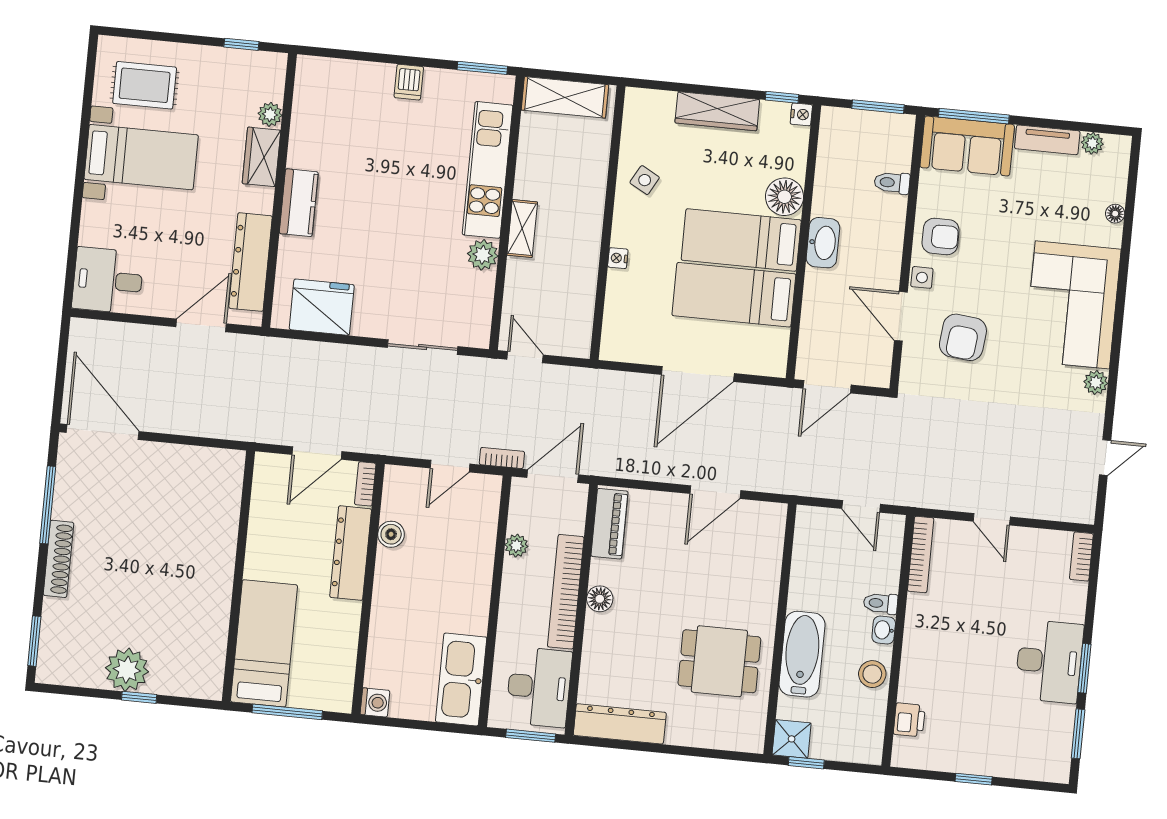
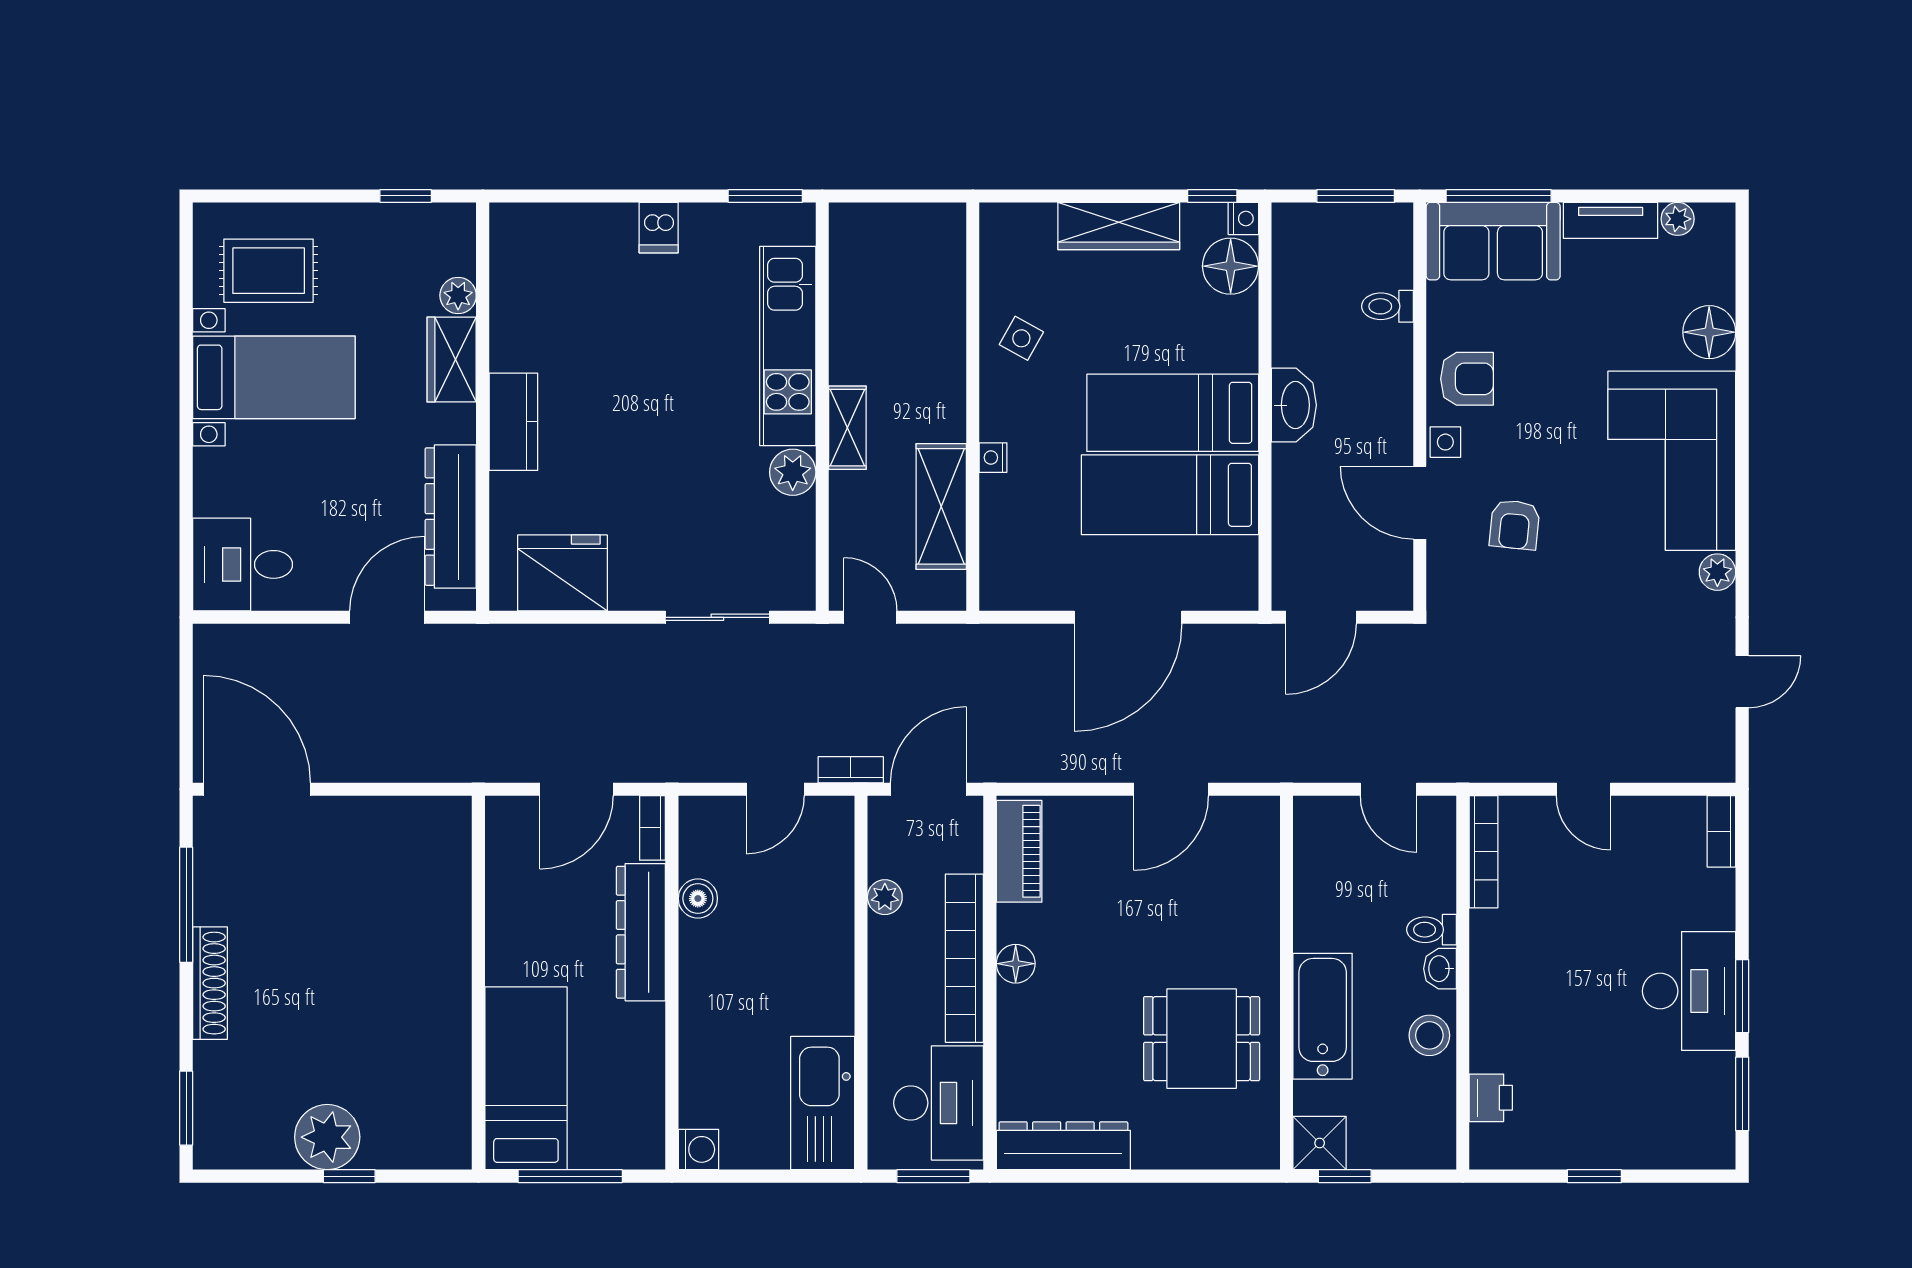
shelving: (565, 97) -> (941, 506), moved, turned 90
floor lamp: (784, 197) -> (1231, 266), moved
floor lamp: (1115, 214) -> (1709, 332), width x1.89, depth x1.89
armchair: (963, 337) -> (1515, 525), width x0.72, depth x0.72

